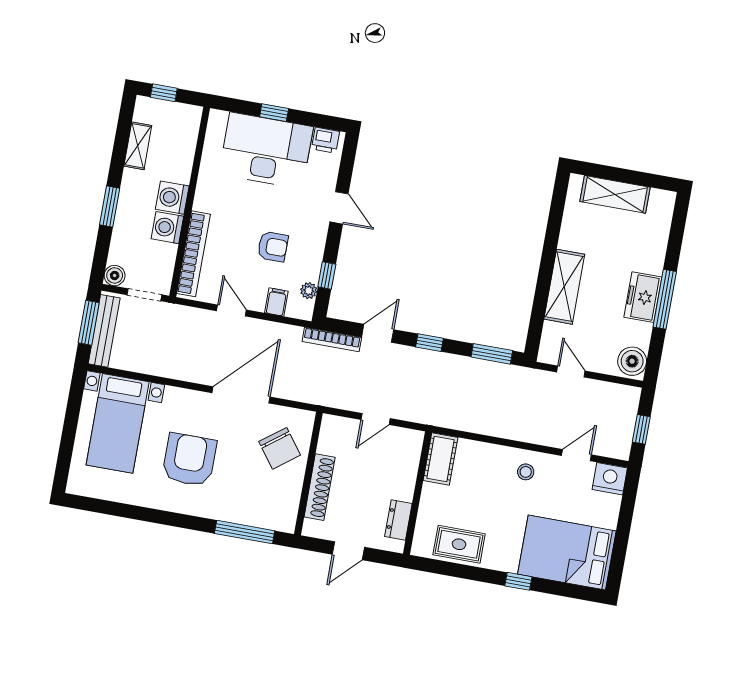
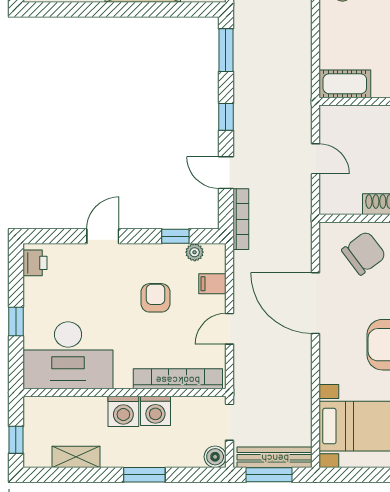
desk: (266, 150) -> (68, 355), moved, turned -90

